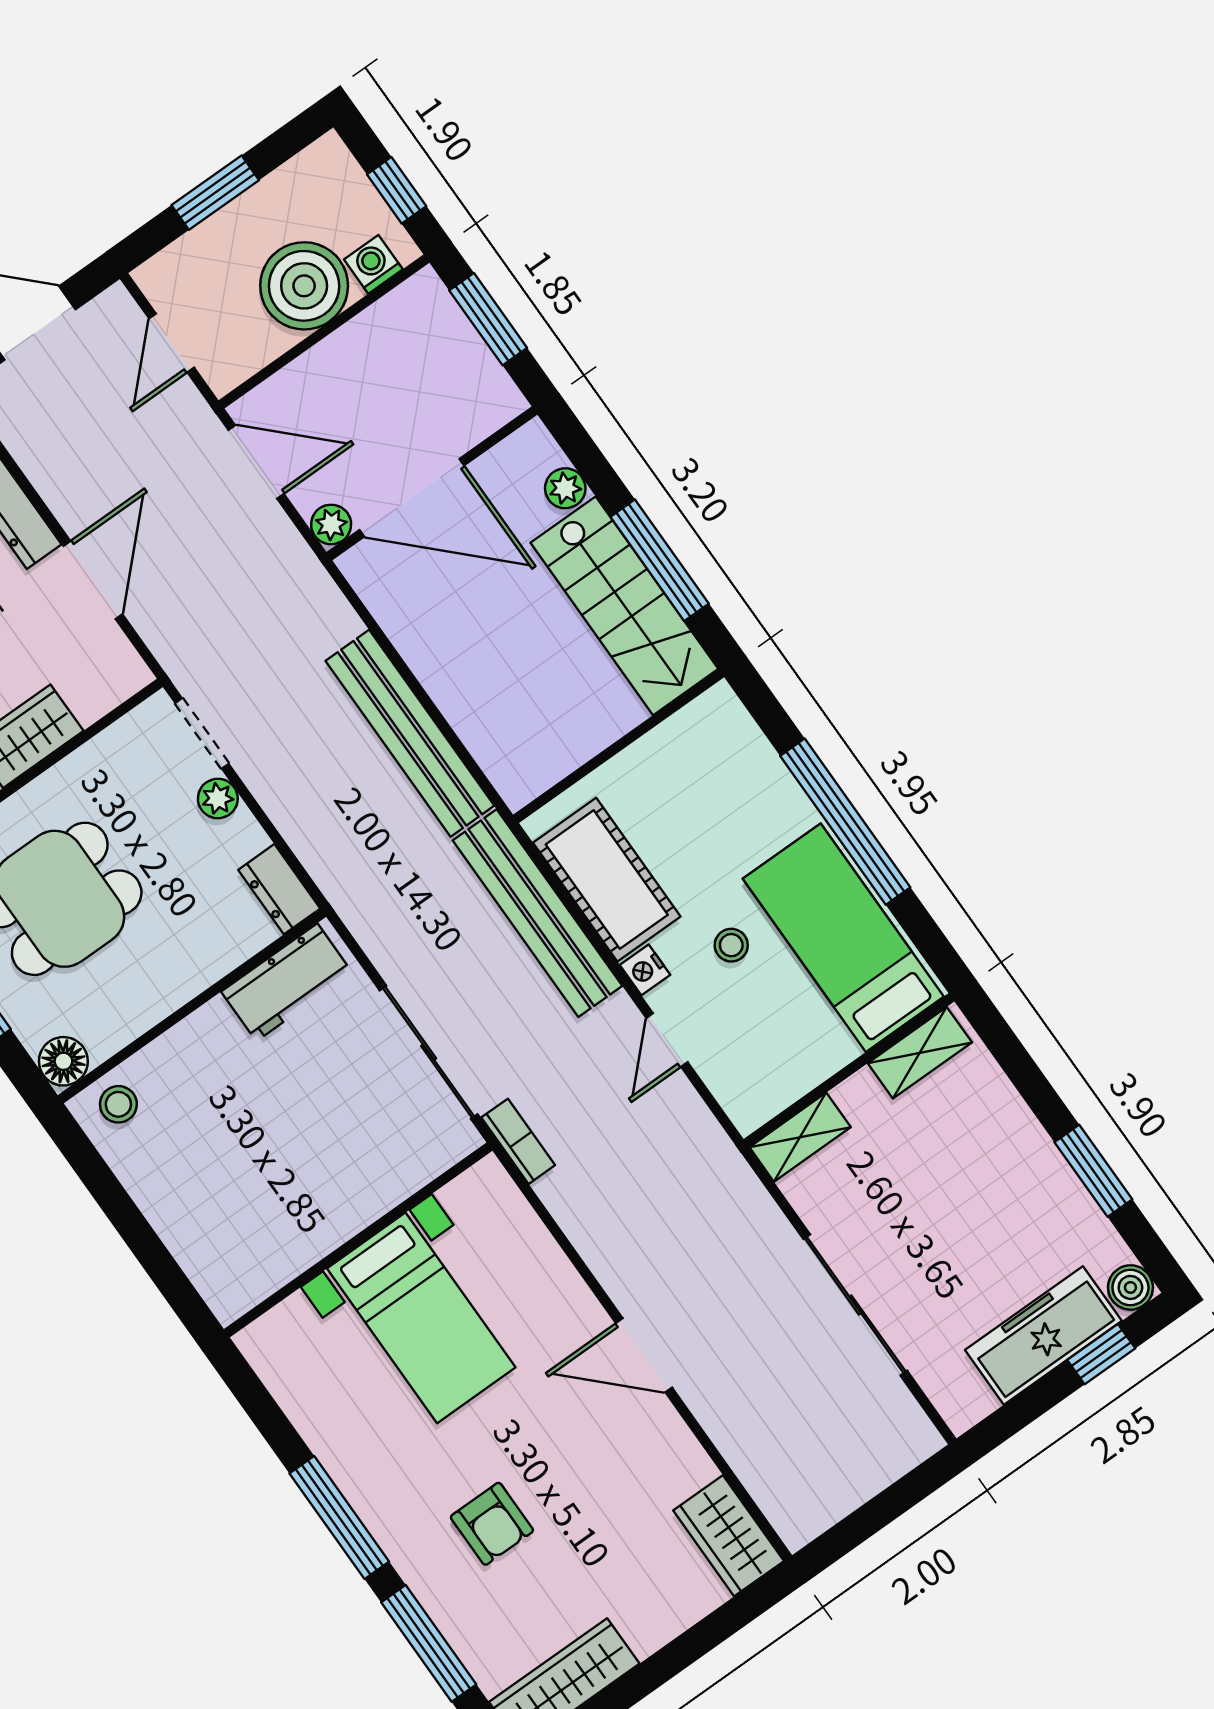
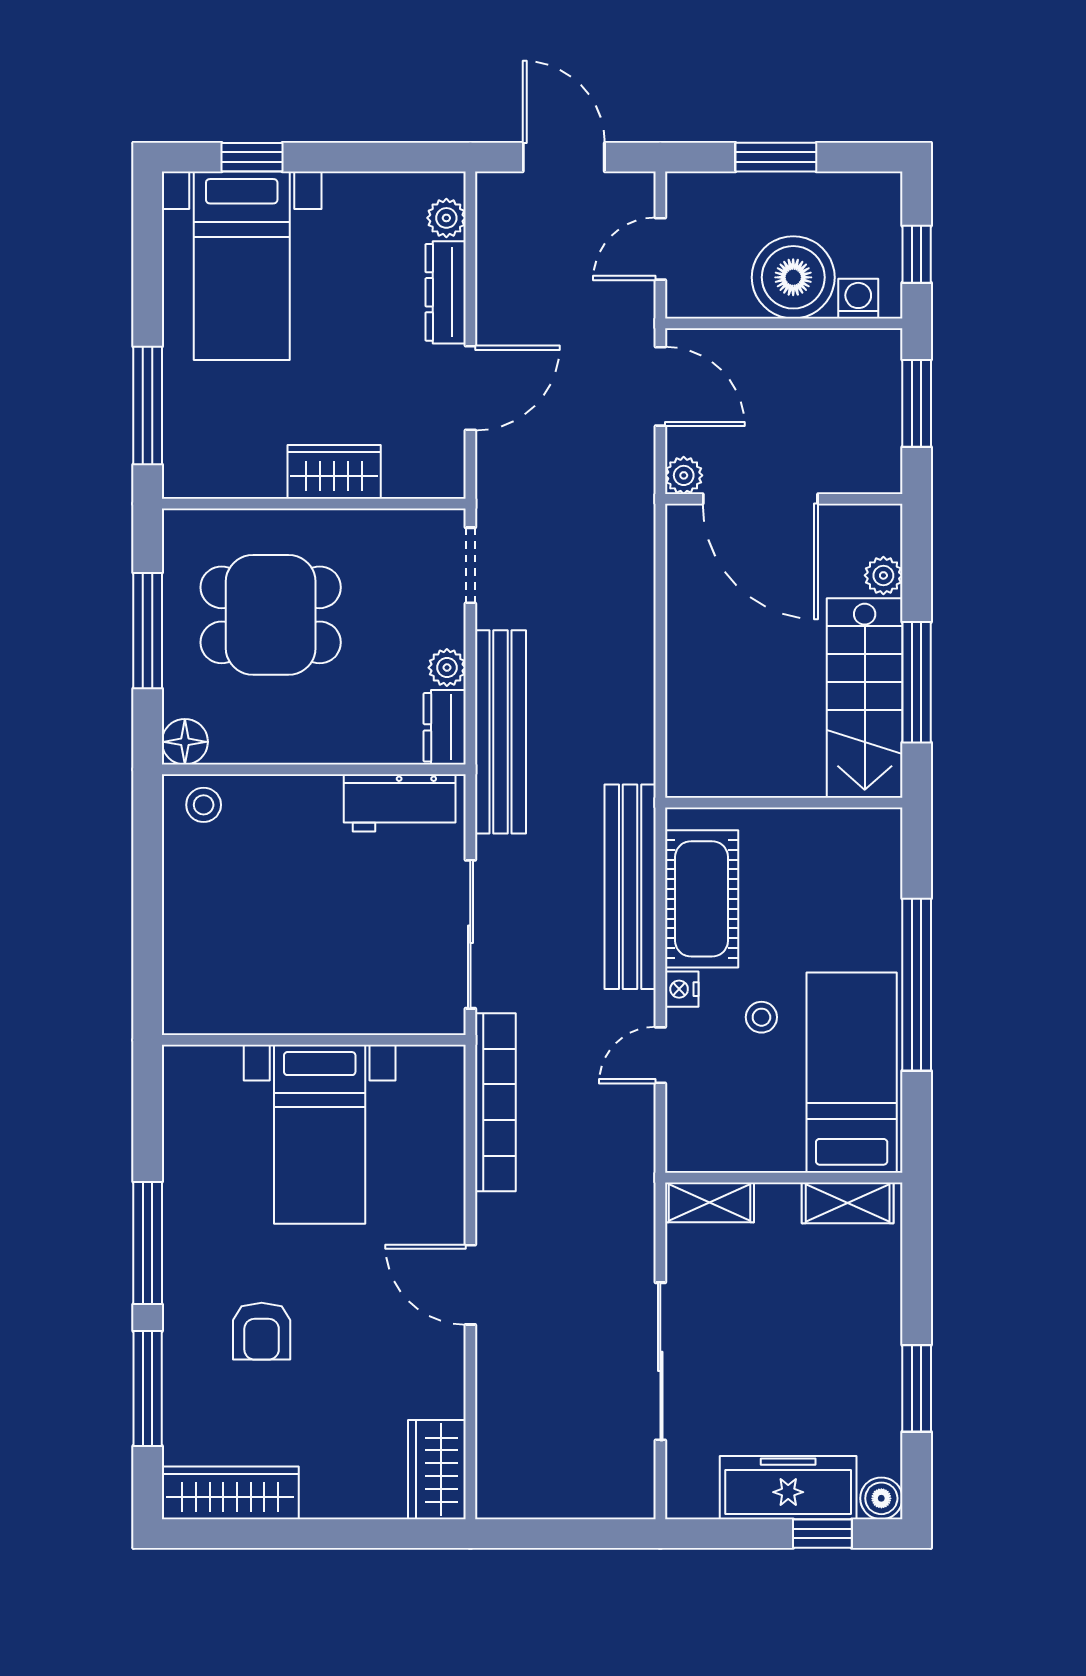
bench: (410, 733) -> (500, 732), moved
plant: (218, 799) -> (447, 668), moved
bookcase: (518, 1141) -> (495, 1102), width x2.31, depth x1.31

